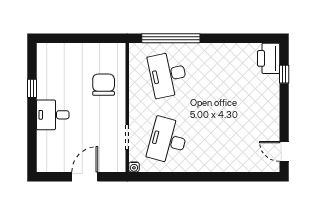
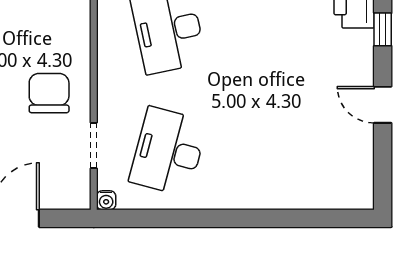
chair: (104, 85) -> (49, 93), moved
door: (284, 151) -> (383, 105), moved

